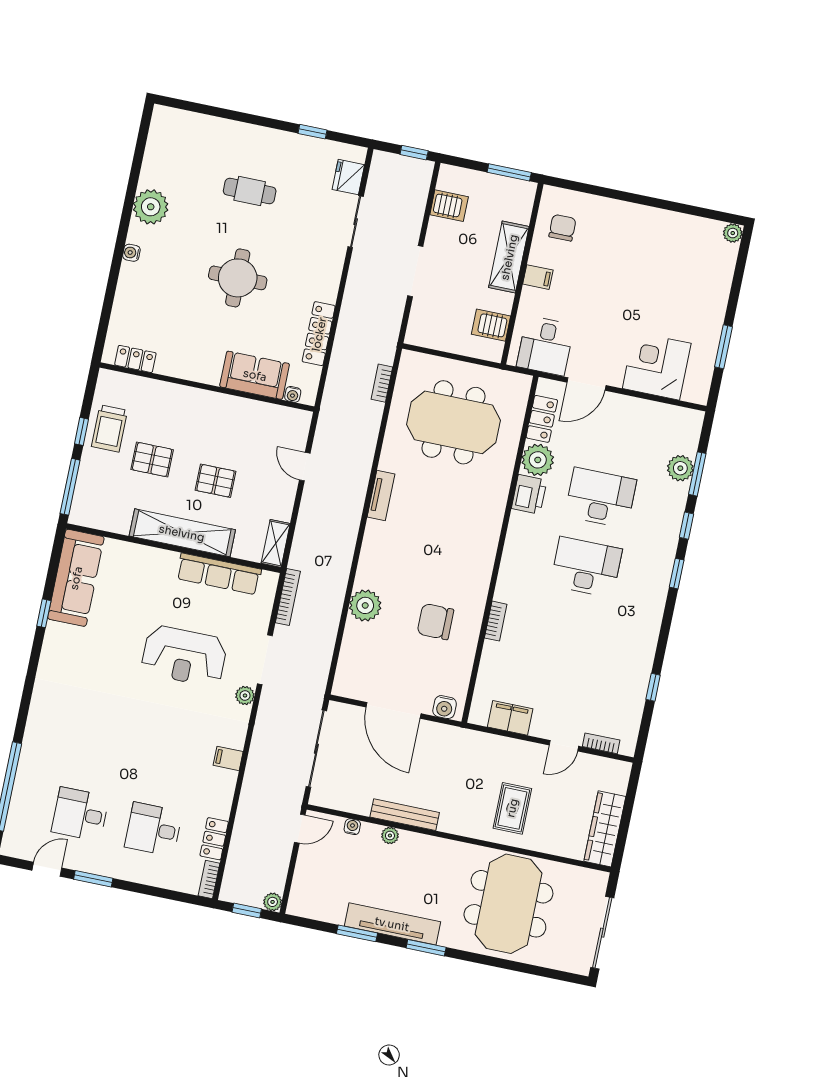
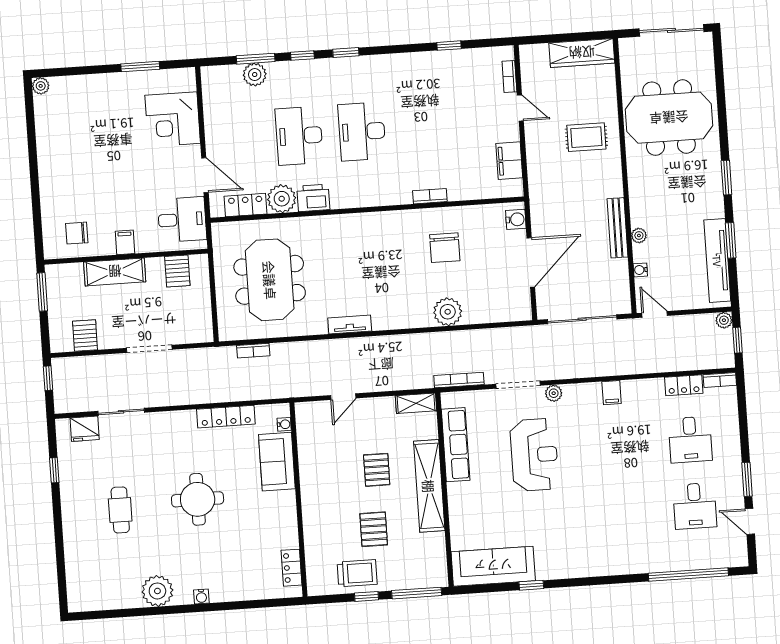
tv unit: (392, 924) -> (717, 261), moved

